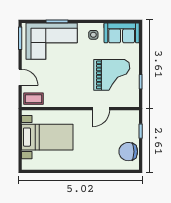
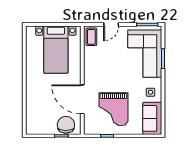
door: (101, 109) -> (82, 99), width x1.88
chair: (128, 152) -> (66, 125), moved

